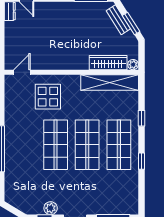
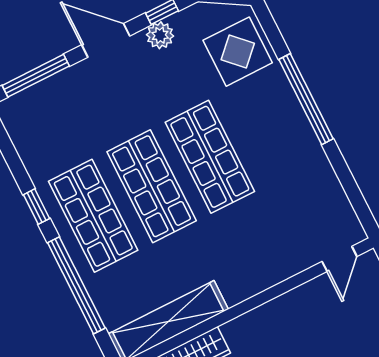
display table: (48, 97) -> (238, 52), moved
window: (141, 118) -> (76, 285), width x3.17

